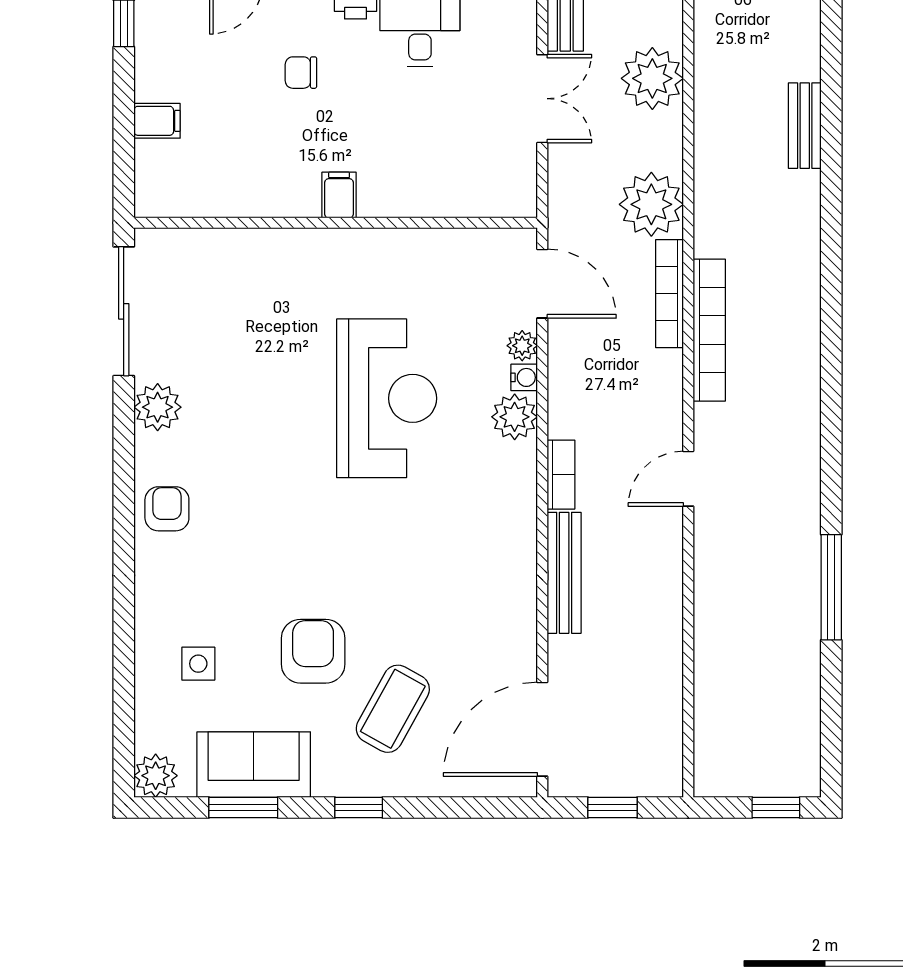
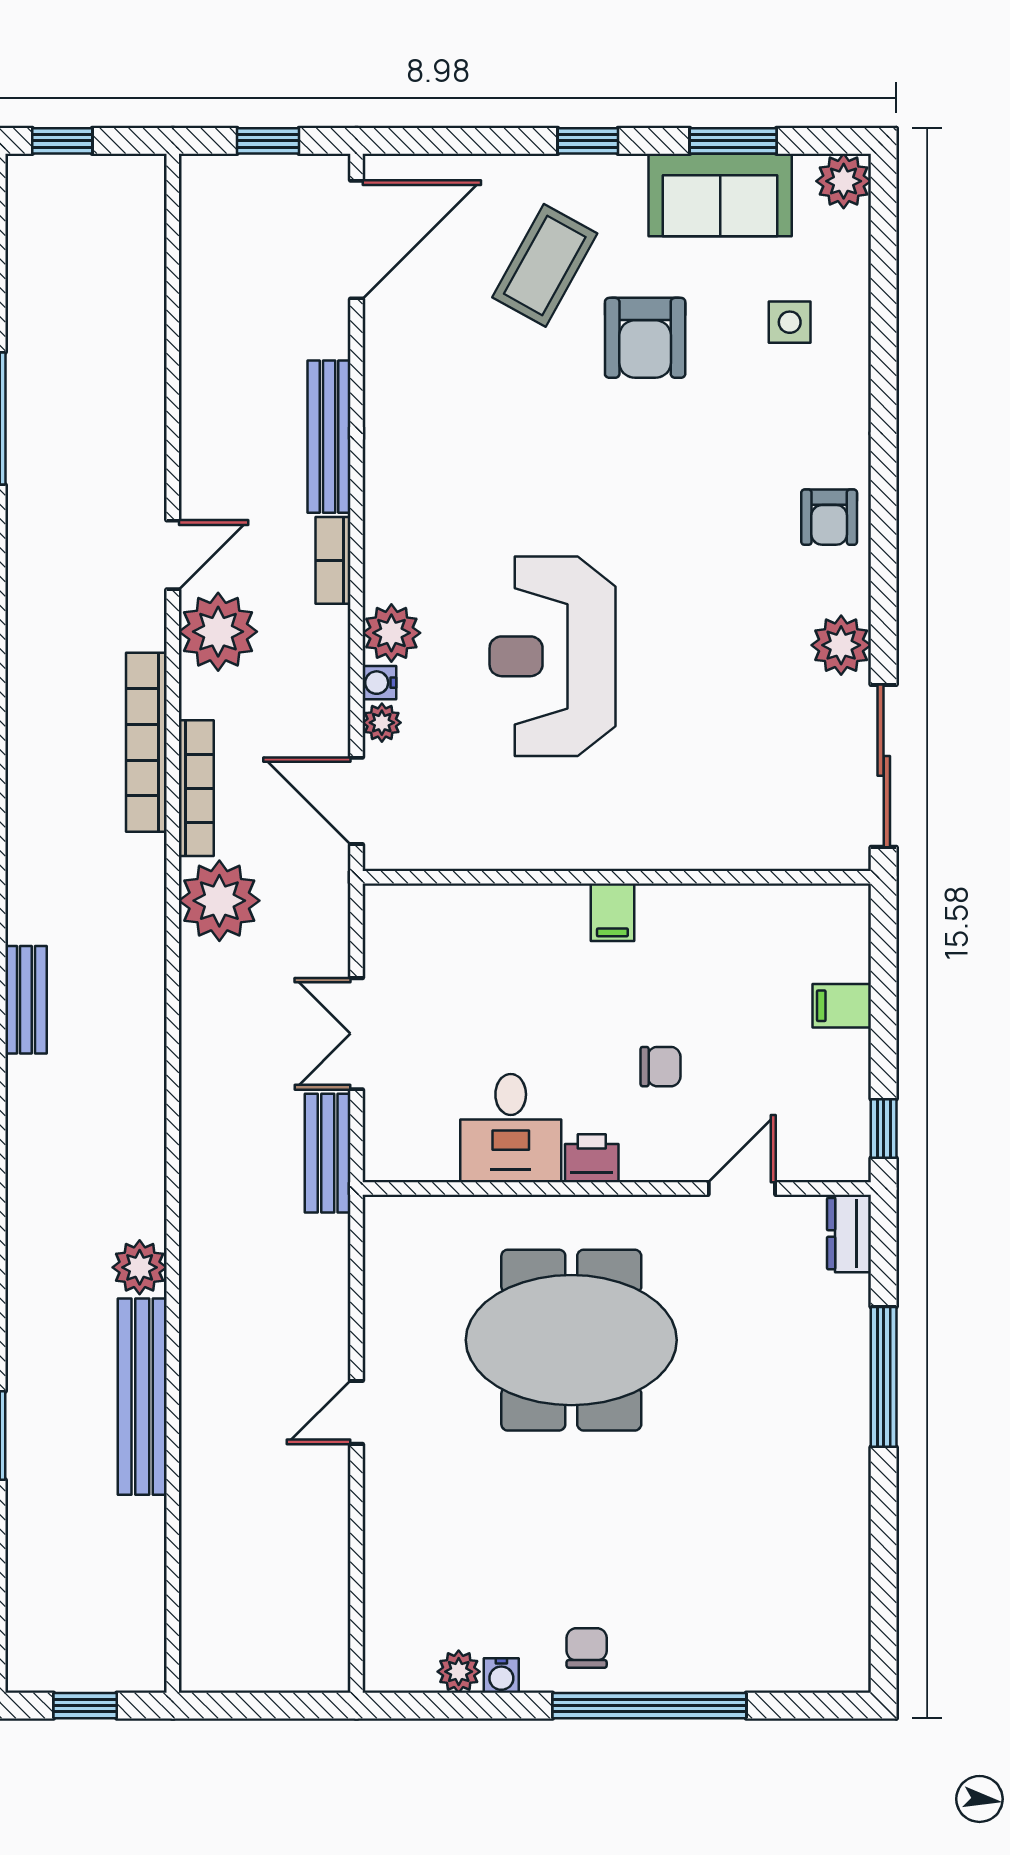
plant: (652, 78) -> (218, 632), moved

